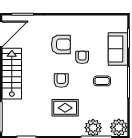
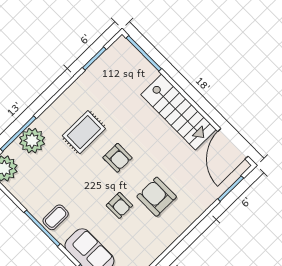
armchair: (61, 44) -> (157, 197), turned 90
coffee table: (102, 81) -> (56, 217), moved

